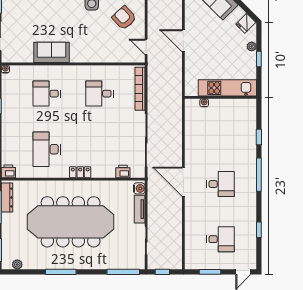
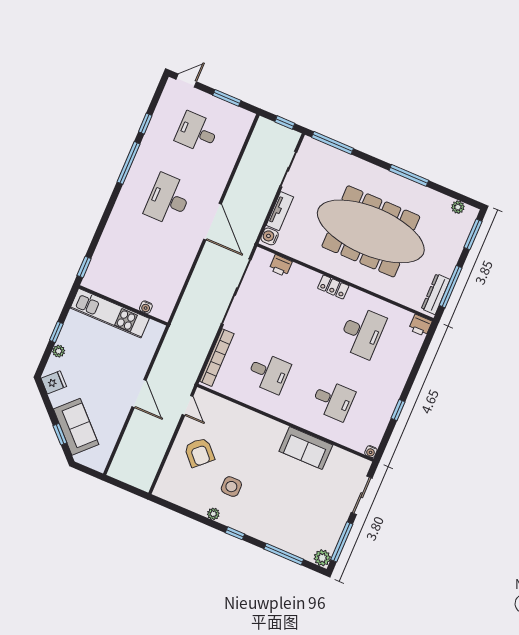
window: (259, 137) -> (84, 267), moved
window: (259, 175) -> (128, 163), moved
desk: (220, 184) -> (168, 200), width x1.37

